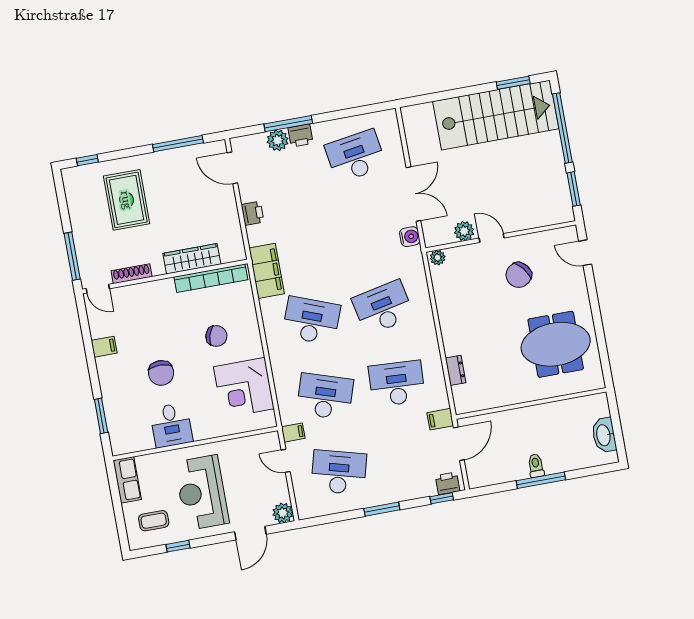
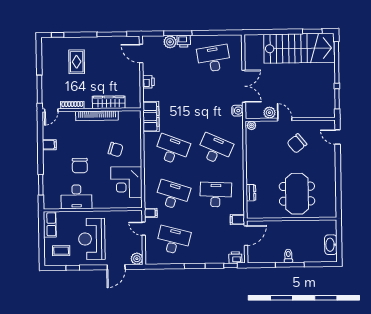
rug: (127, 200) -> (77, 62), width x0.73, depth x0.70
bookcase: (211, 278) -> (97, 116), moved
door: (98, 289) -> (51, 110), hinge flipped
desk: (383, 308) -> (215, 149), turned 36
meeting table: (556, 344) -> (297, 194), moved, turned 90
desk: (171, 425) -> (76, 197), width x1.37

